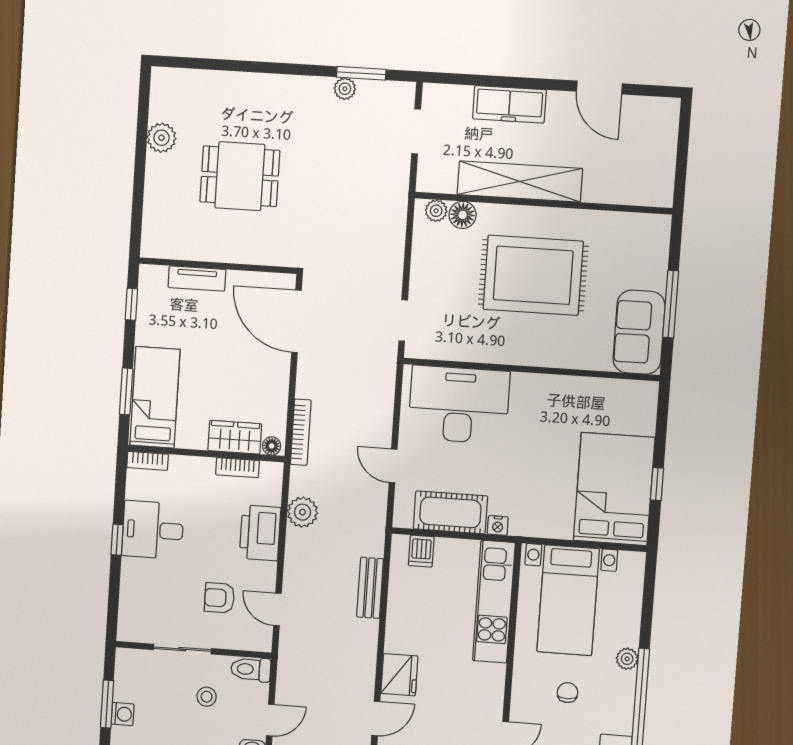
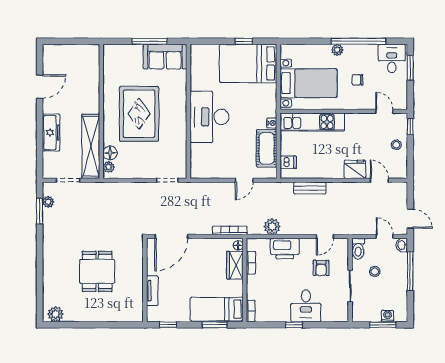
plant: (345, 89) -> (48, 202), moved
plant: (162, 138) -> (56, 314), moved
shelving: (520, 182) -> (91, 146), moved
desk: (459, 405) -> (209, 117), moved
desk: (153, 530) -> (306, 306), moved

